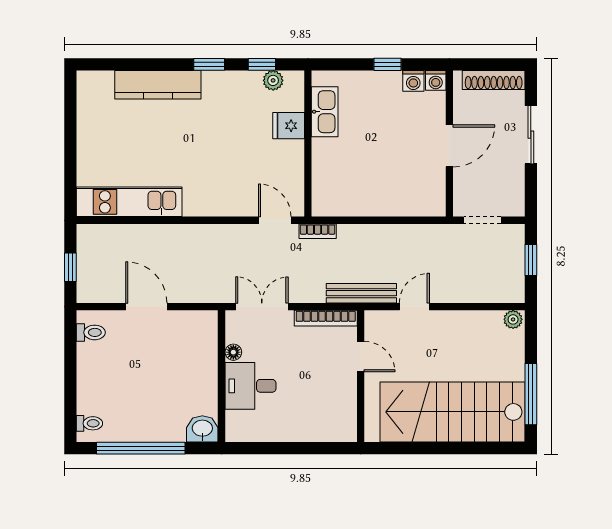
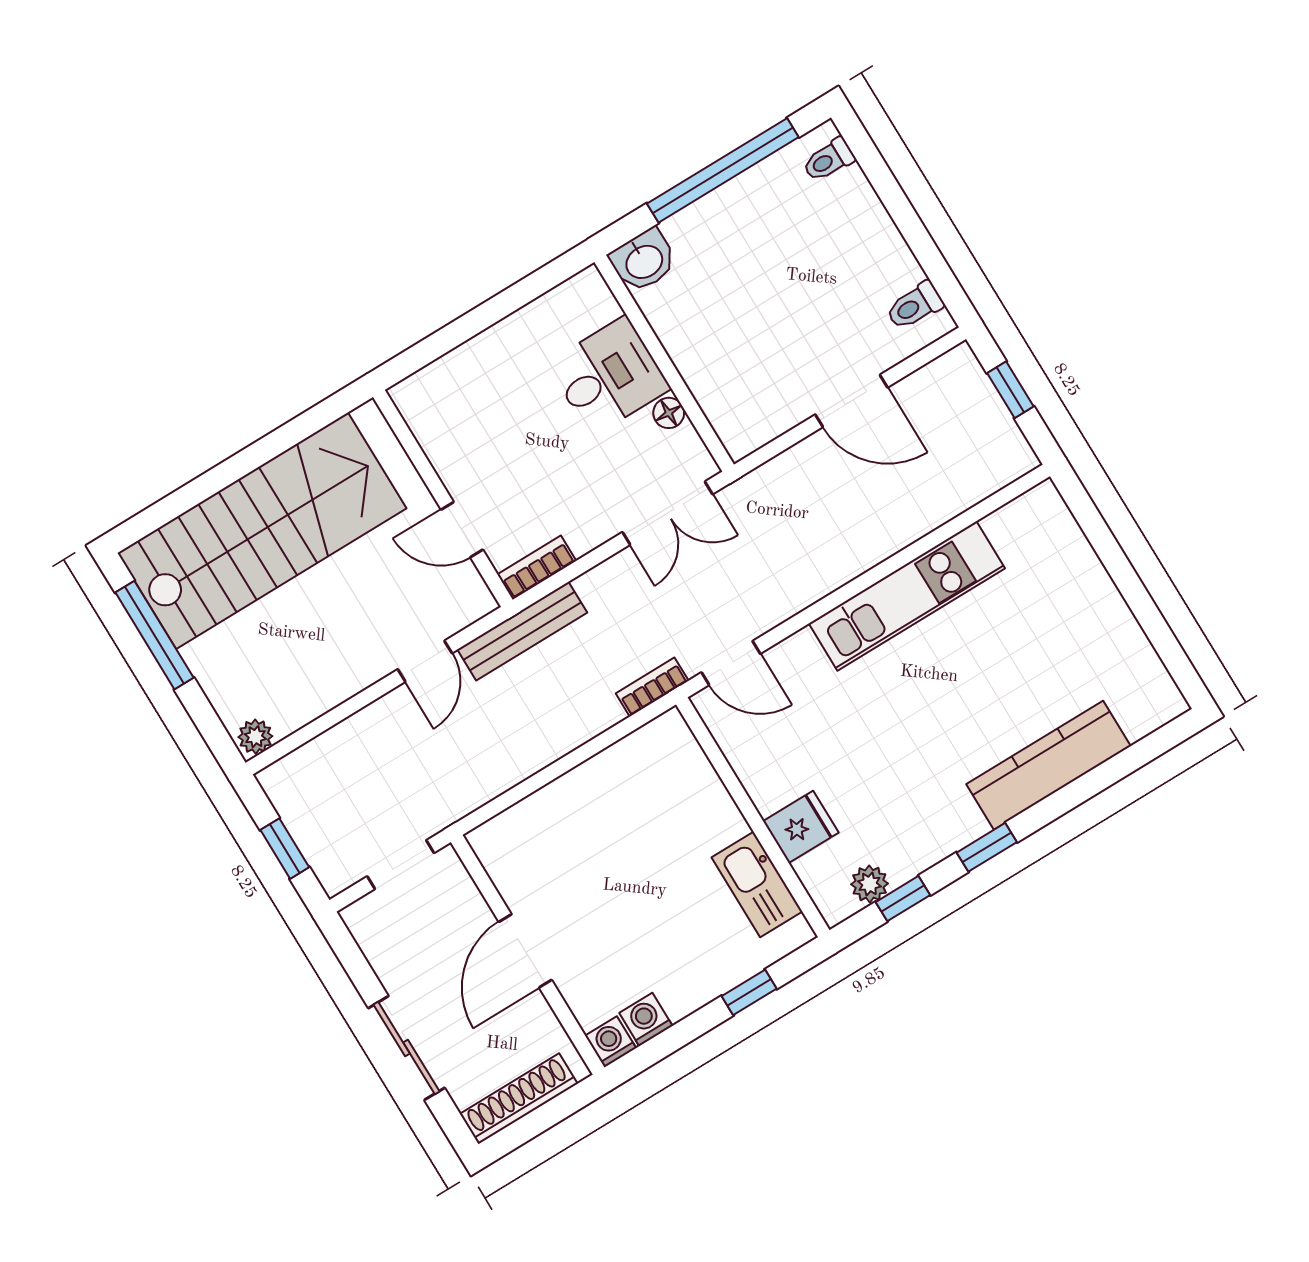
window: (387, 64) -> (749, 992), moved
kitchen unit: (129, 202) -> (907, 596), moved
bookcase: (326, 318) -> (537, 568), width x0.64

